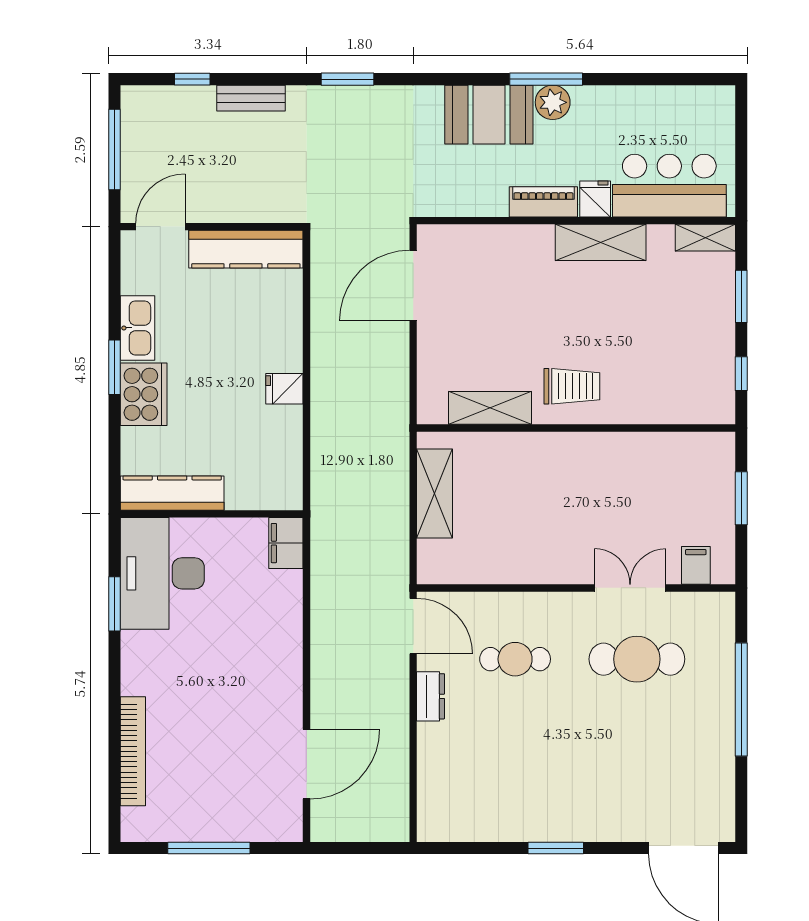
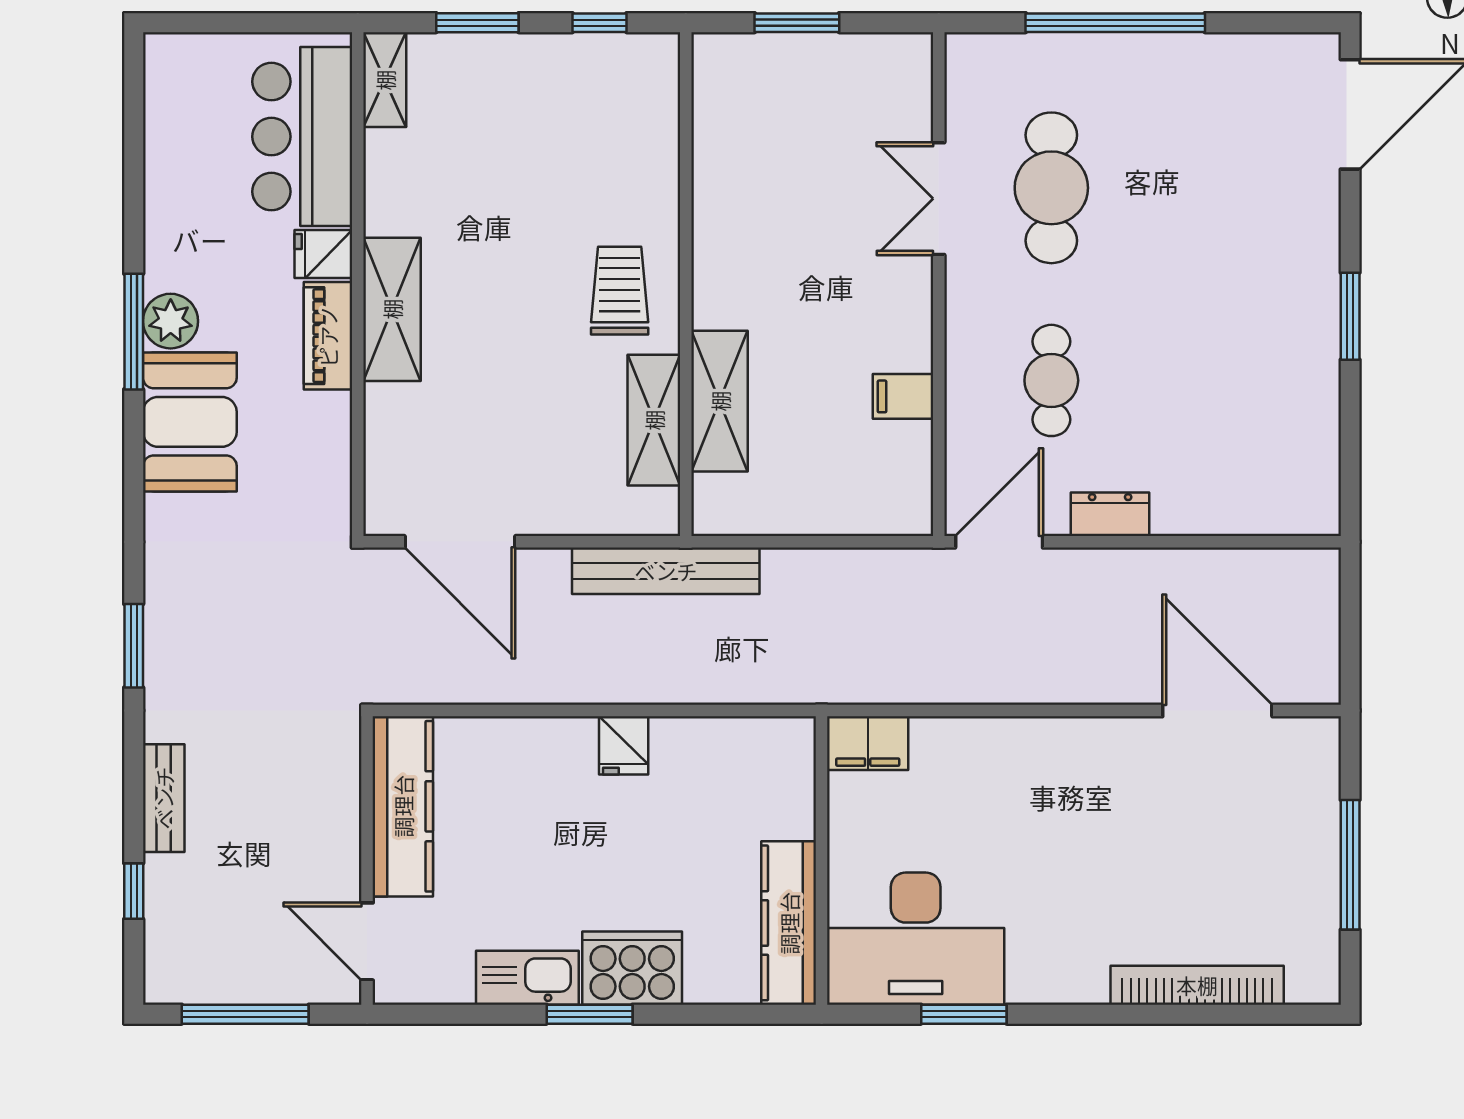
shelving: (601, 242) -> (392, 309), moved
bench: (395, 415) -> (666, 571), added
shelving: (434, 493) -> (720, 401), moved, turned 90
filing cabinet: (696, 565) -> (903, 396), moved

